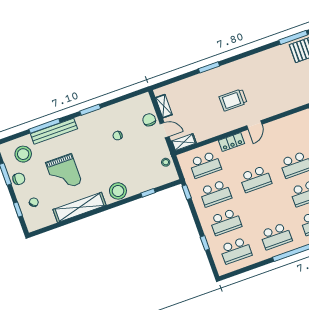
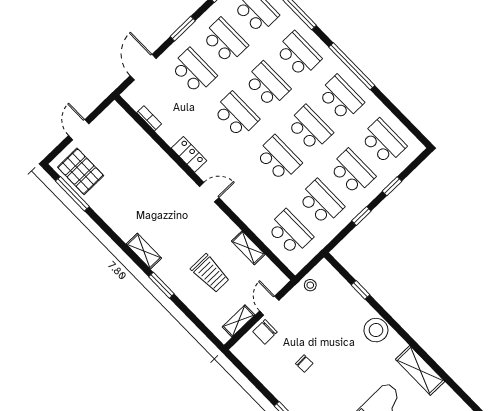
shelving: (236, 66) -> (144, 251), added
trolley: (233, 100) -> (210, 273), moved
shelving: (184, 142) -> (248, 248), moved
locker: (232, 142) -> (189, 154), moved
window: (187, 192) -> (361, 216), moved
shelving: (79, 207) -> (420, 370), width x0.68
school desk: (266, 208) -> (310, 128), added

